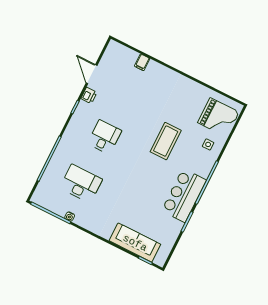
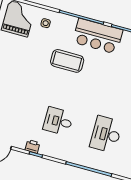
printer: (89, 95) -> (33, 146), moved
coffee table: (166, 141) -> (67, 61), moved

